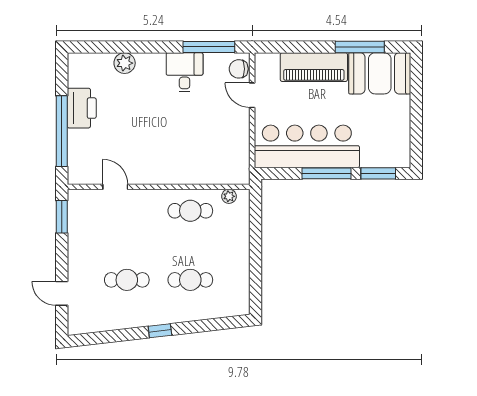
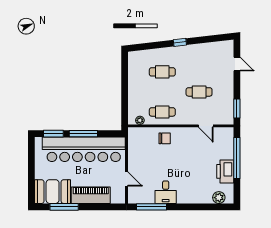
plant: (125, 63) -> (219, 198), moved
chair: (239, 69) -> (165, 138), moved
bar counter: (307, 146) -> (84, 149), width x1.36
cafe table: (127, 280) -> (199, 92), moved

